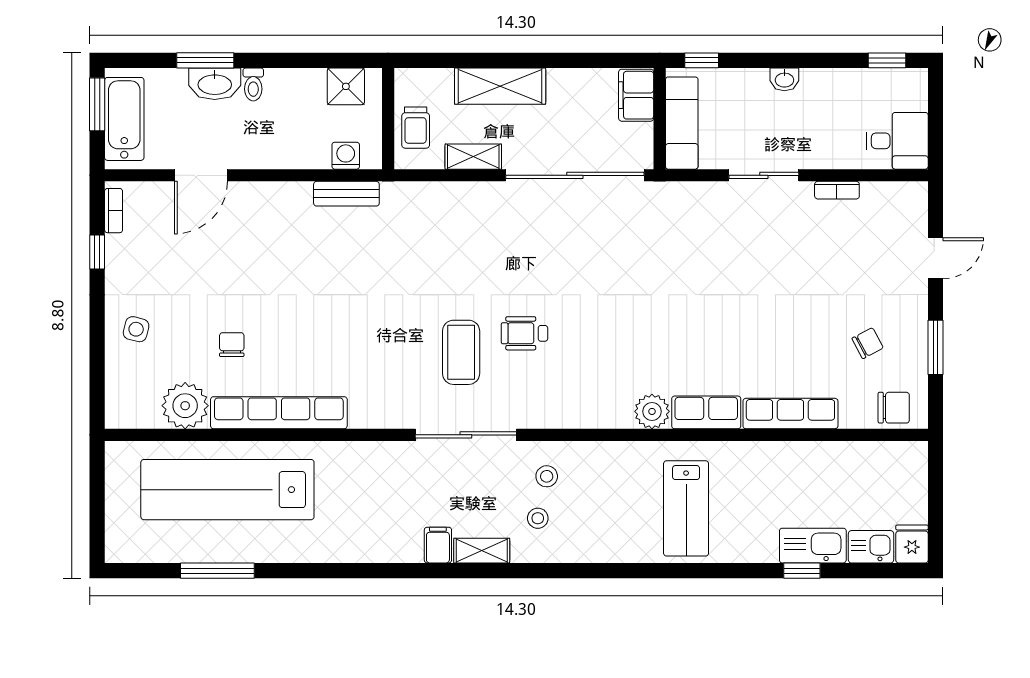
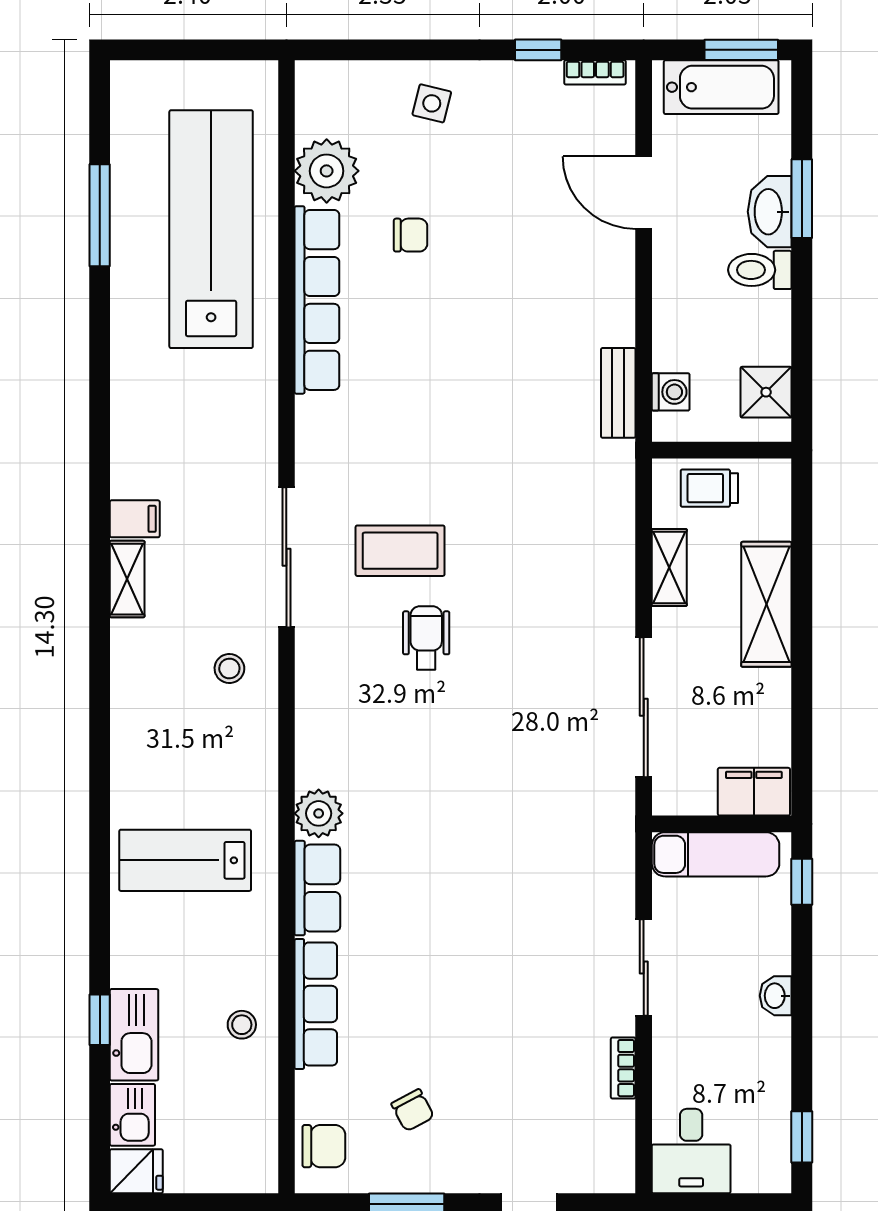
toilet: (253, 84) -> (760, 270), width x1.37, depth x1.39
sliding door: (575, 175) -> (644, 707), width x0.73
chair: (894, 408) -> (324, 1146), turned -90
stool: (538, 518) -> (242, 1025), moved

